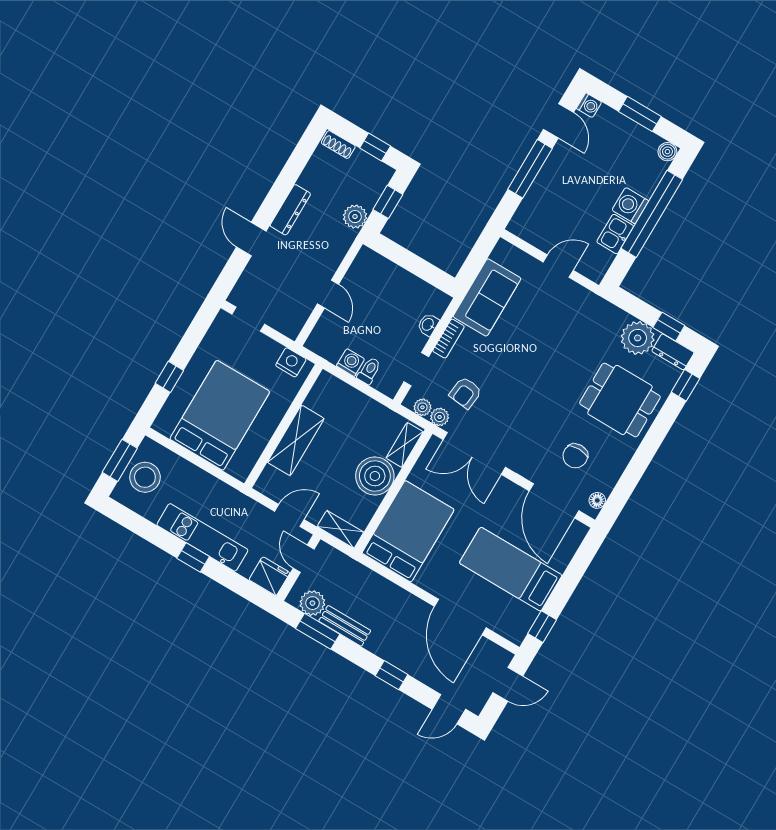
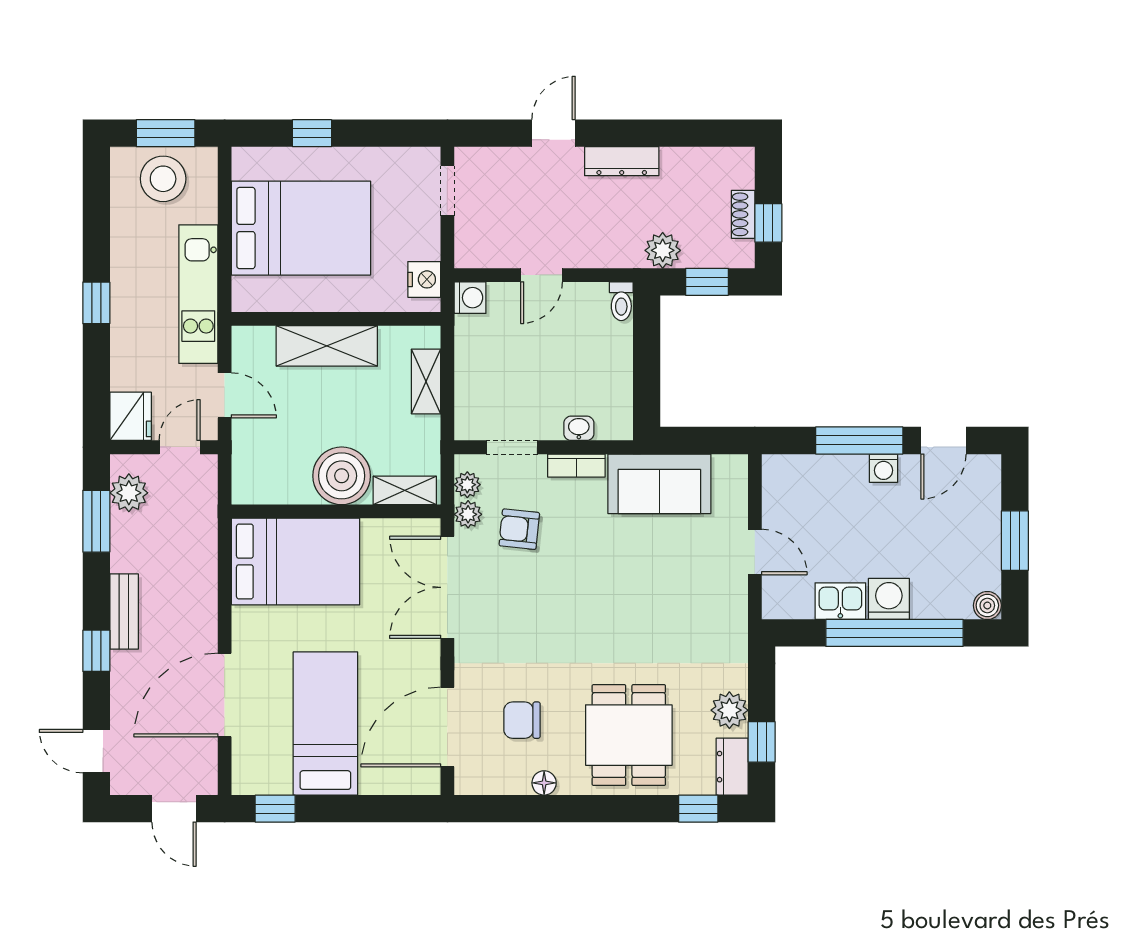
washing machine: (589, 105) -> (883, 468), moved
shoe rack: (338, 145) -> (743, 214), moved
plant: (638, 338) -> (729, 710), width x0.73, depth x0.73
washing machine: (351, 362) -> (470, 298), moved
toilet: (369, 371) -> (621, 301), moved, turned 90
floor lamp: (597, 500) -> (544, 783), moved
shelving: (340, 529) -> (426, 381), moved
kitchen unit: (202, 537) -> (198, 294), moved, turned 180
bench: (345, 626) -> (124, 611), moved

